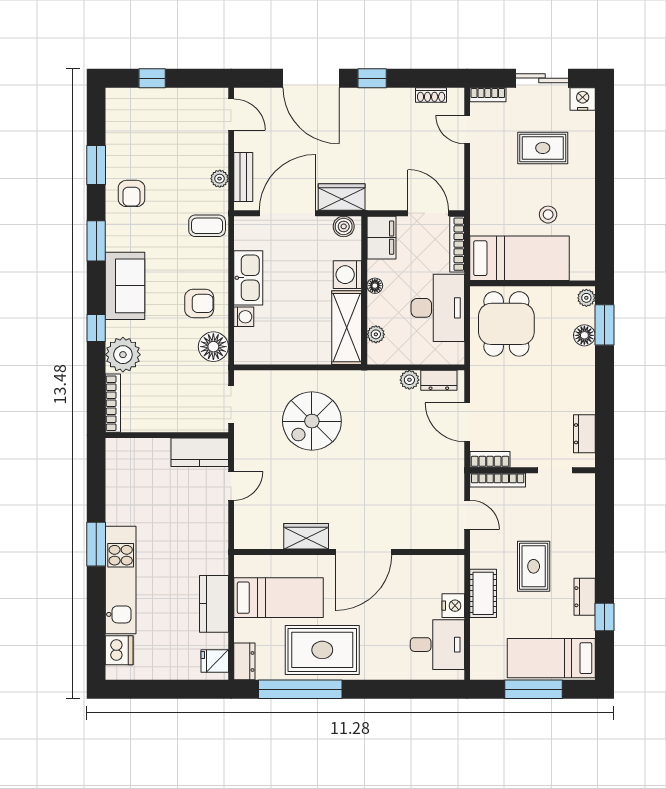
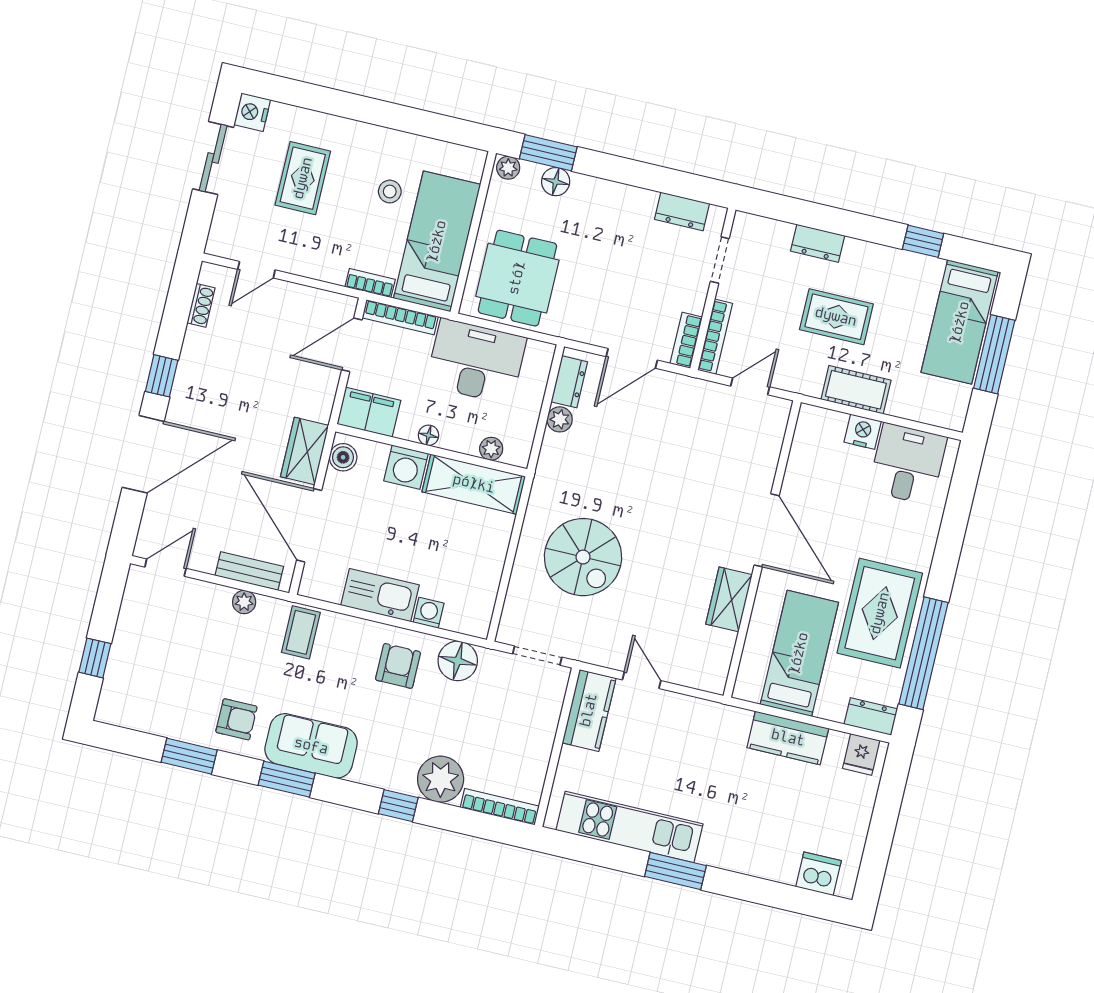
bookcase: (488, 95) -> (370, 283), moved, turned -90
sofa: (125, 286) -> (311, 746), moved
dining table: (506, 324) -> (517, 278), turned 90
kitchen unit: (121, 580) -> (629, 827), moved
dresser: (585, 597) -> (818, 243), moved

